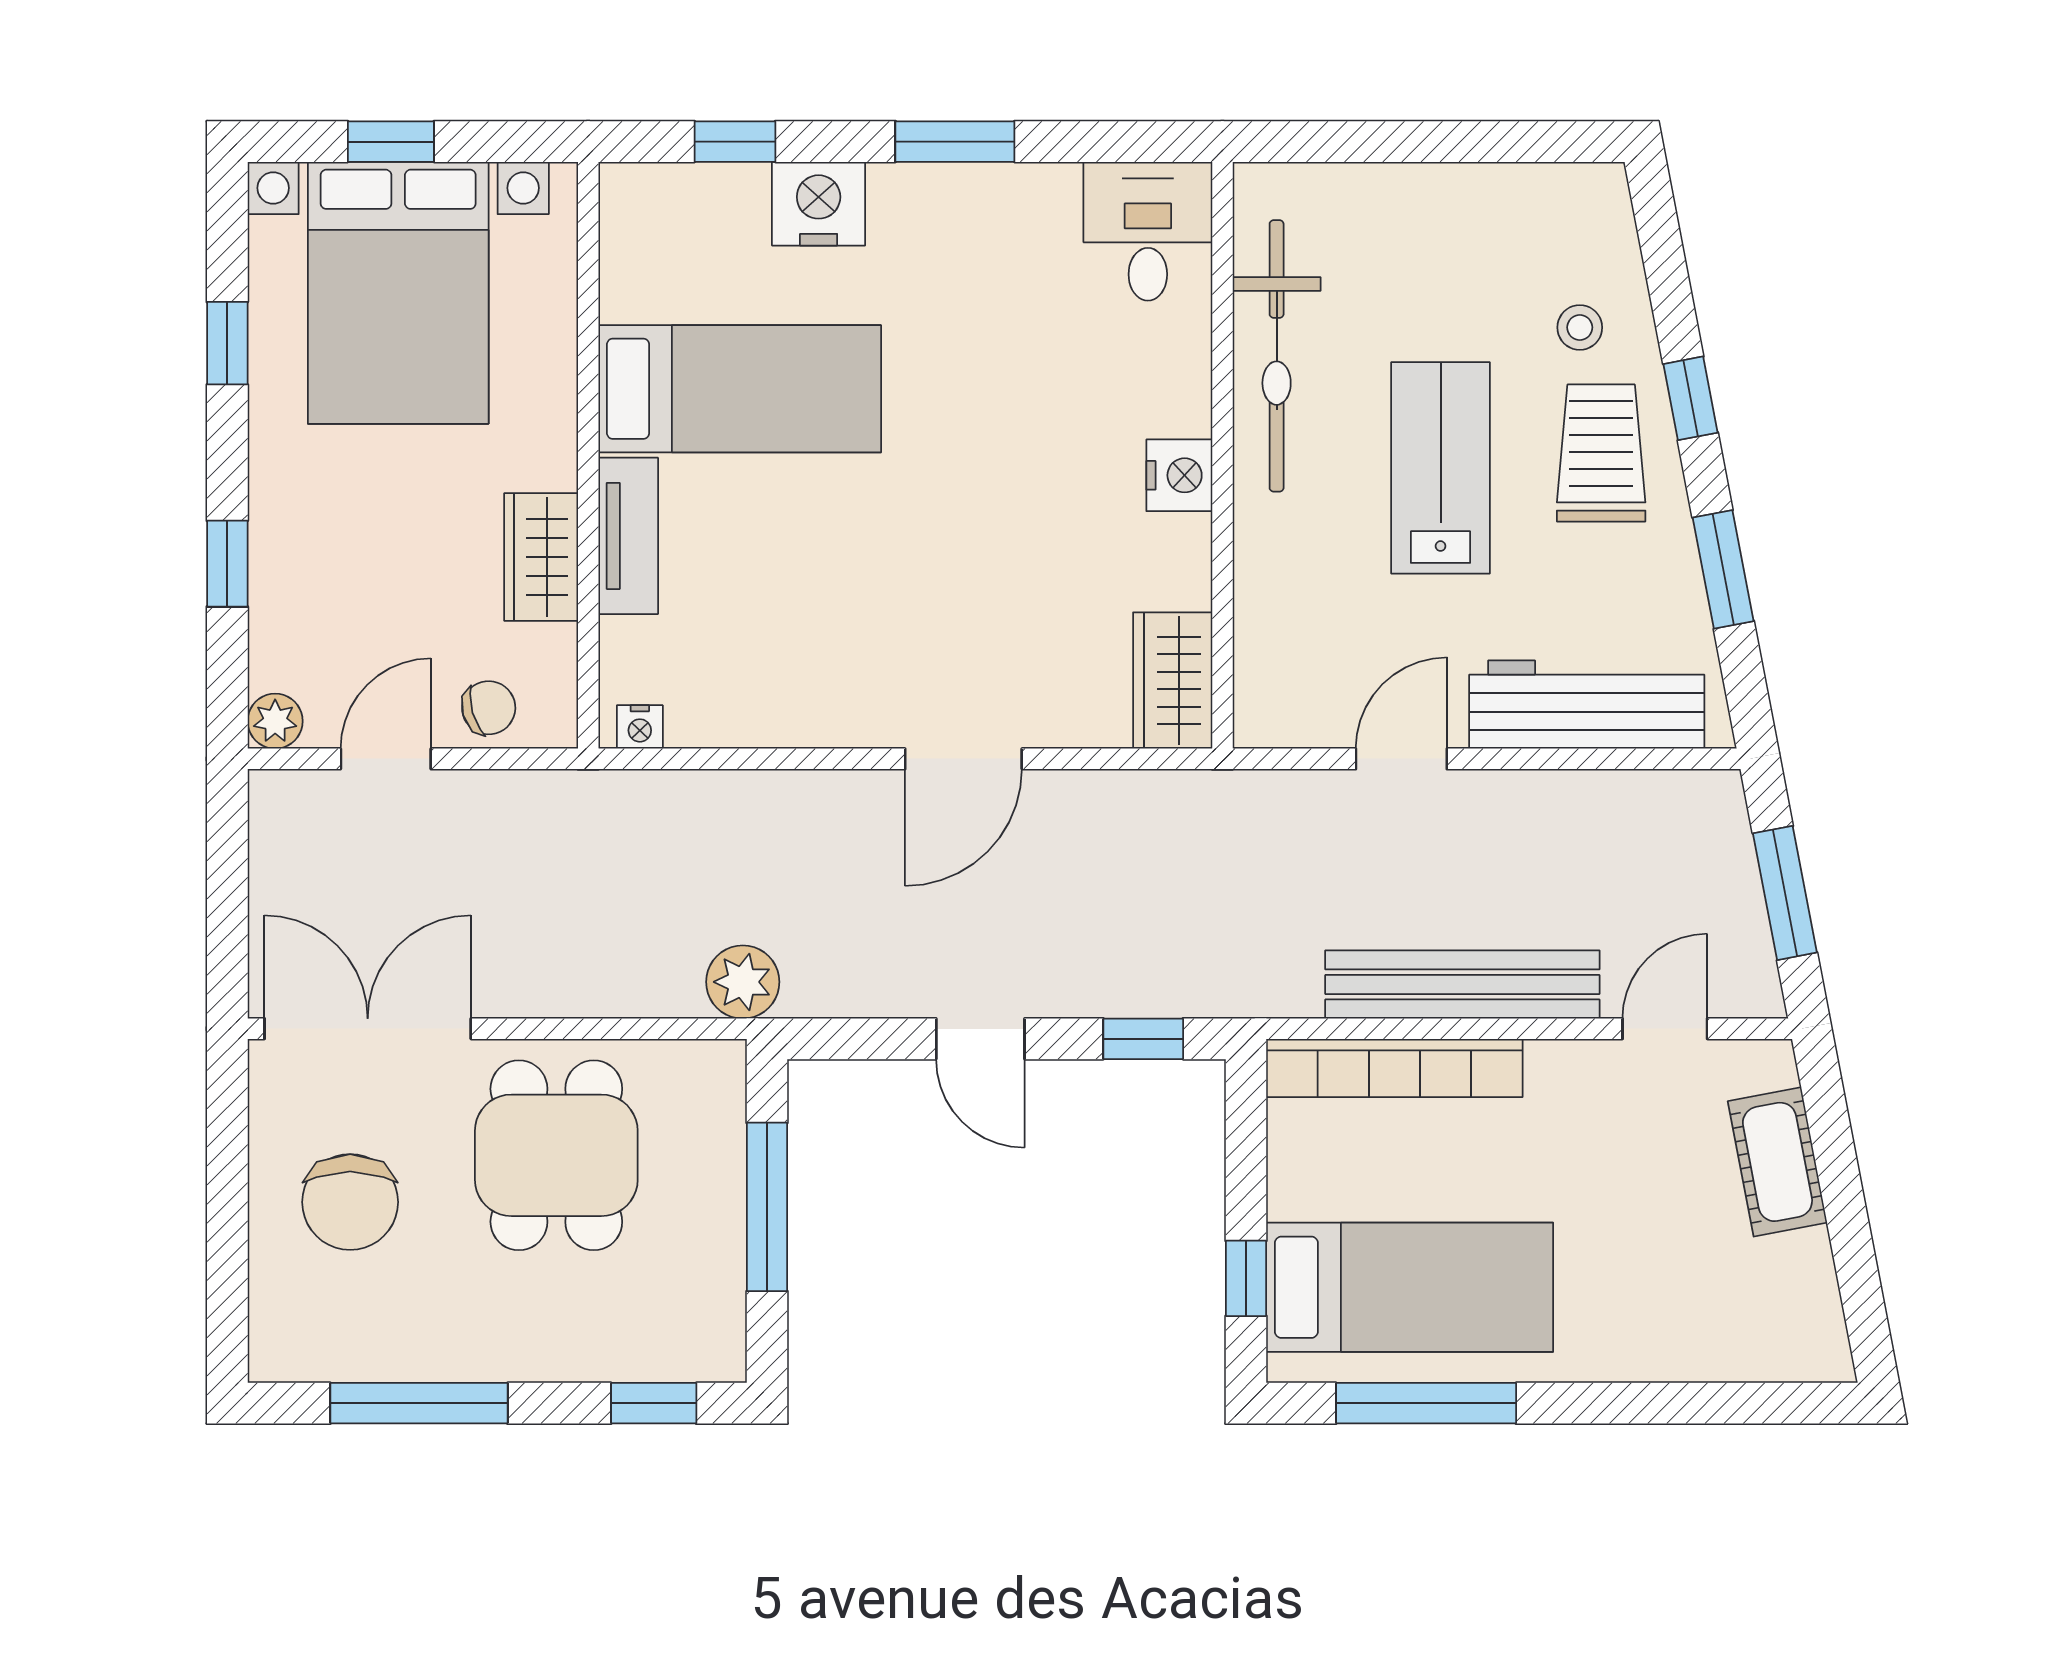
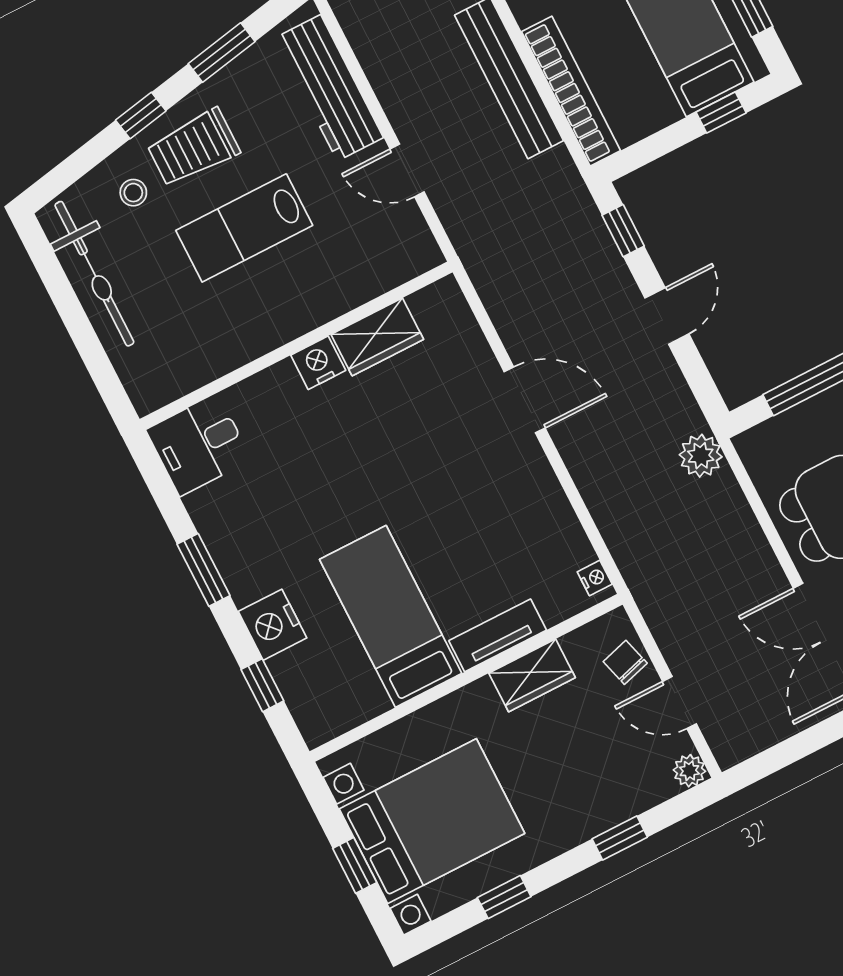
bicycle: (1277, 356) -> (94, 274), moved, turned 90
wardrobe: (1173, 681) -> (377, 337), moved

